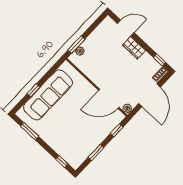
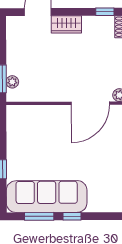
sofa: (48, 95) -> (47, 197), moved, turned -90
window: (62, 162) -> (72, 216), moved

